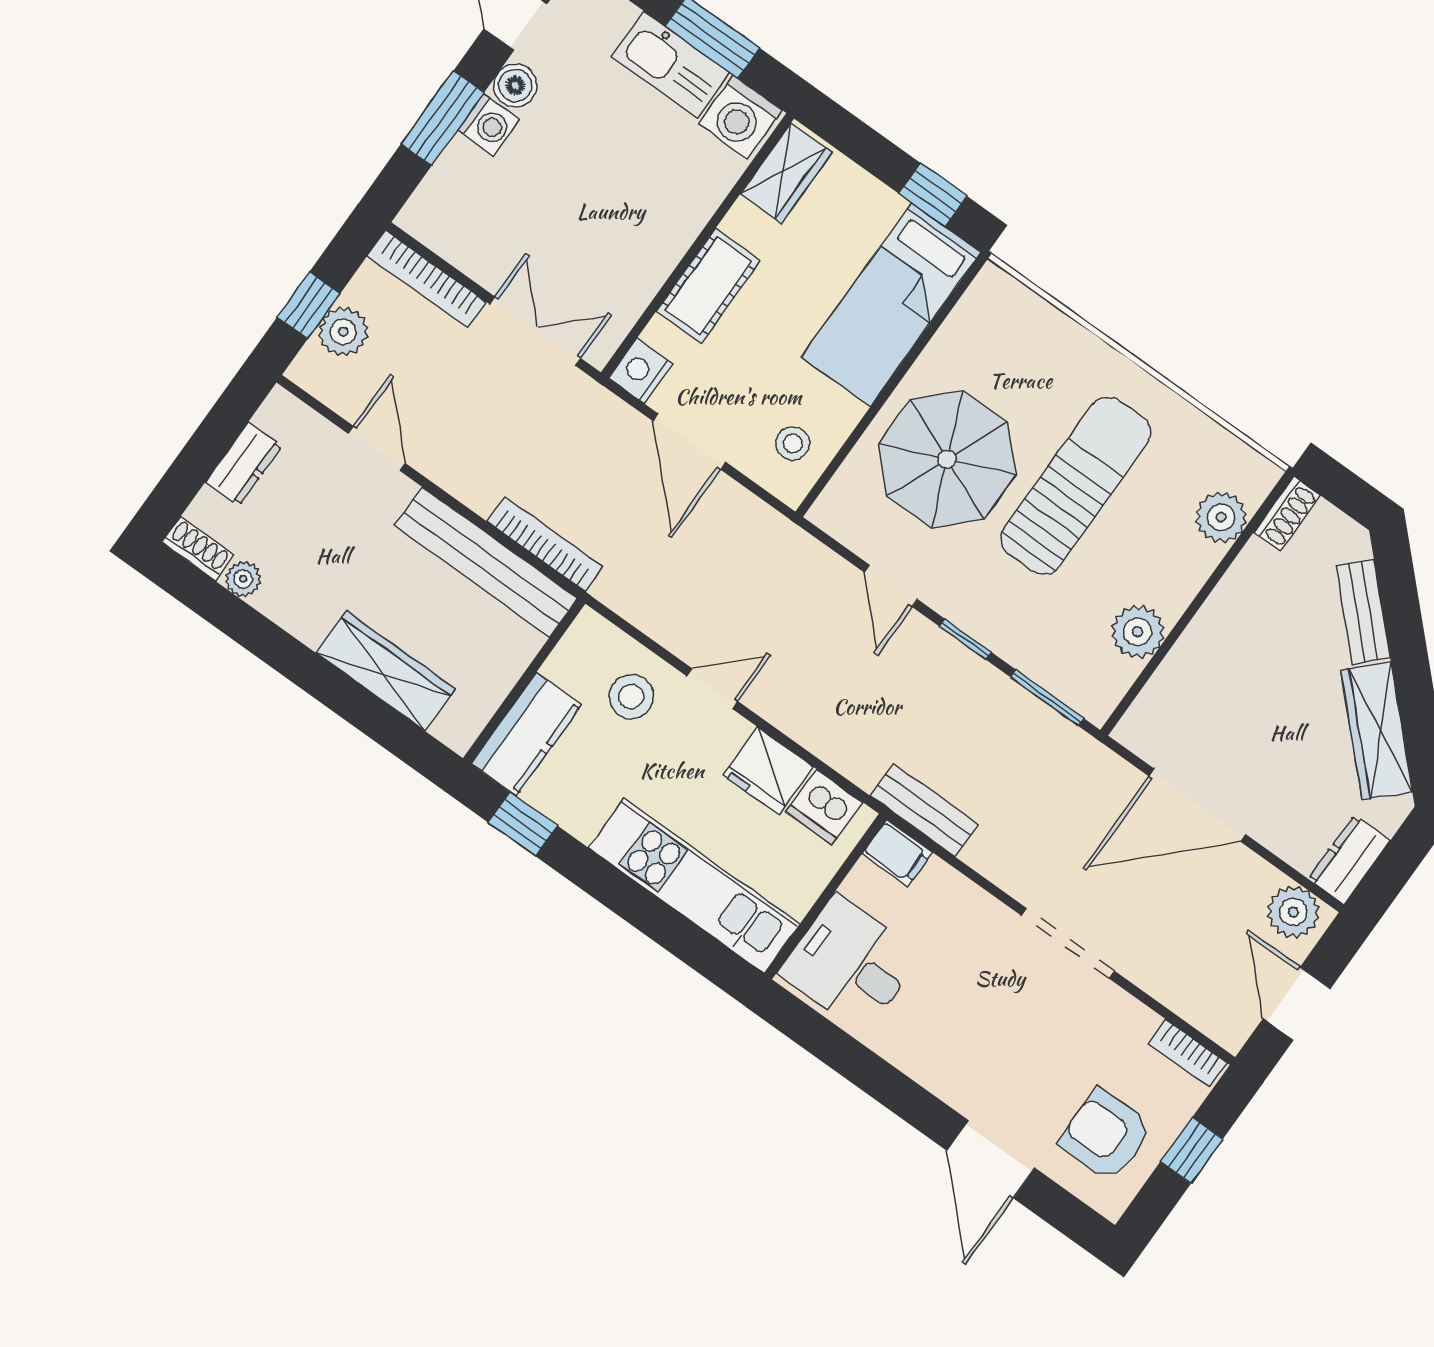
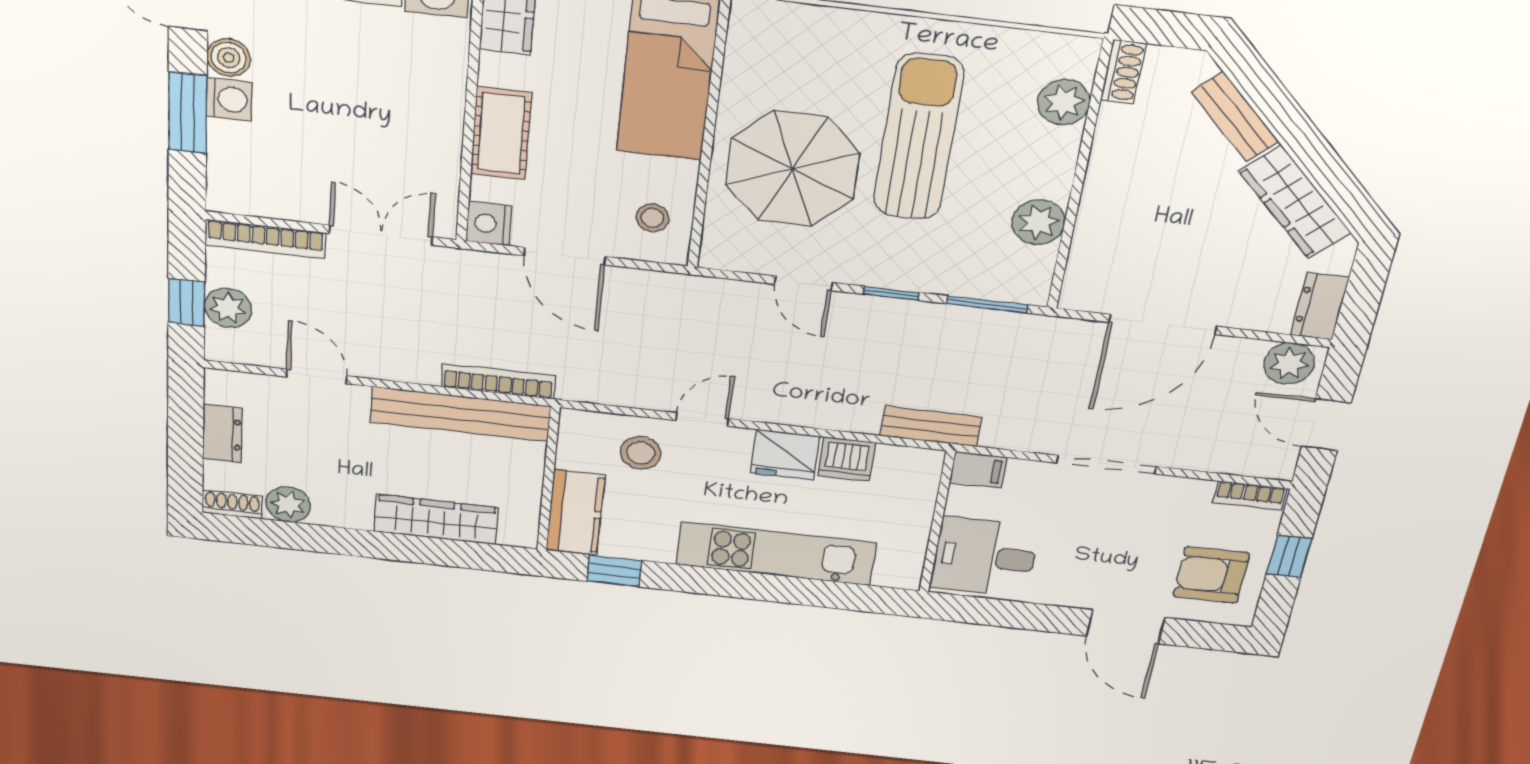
plant: (243, 579) -> (288, 504), width x1.38, depth x1.38
filing cabinet: (897, 853) -> (978, 470), moved
wall: (825, 897) -> (937, 522), moved
desk: (850, 964) -> (985, 557), moved

